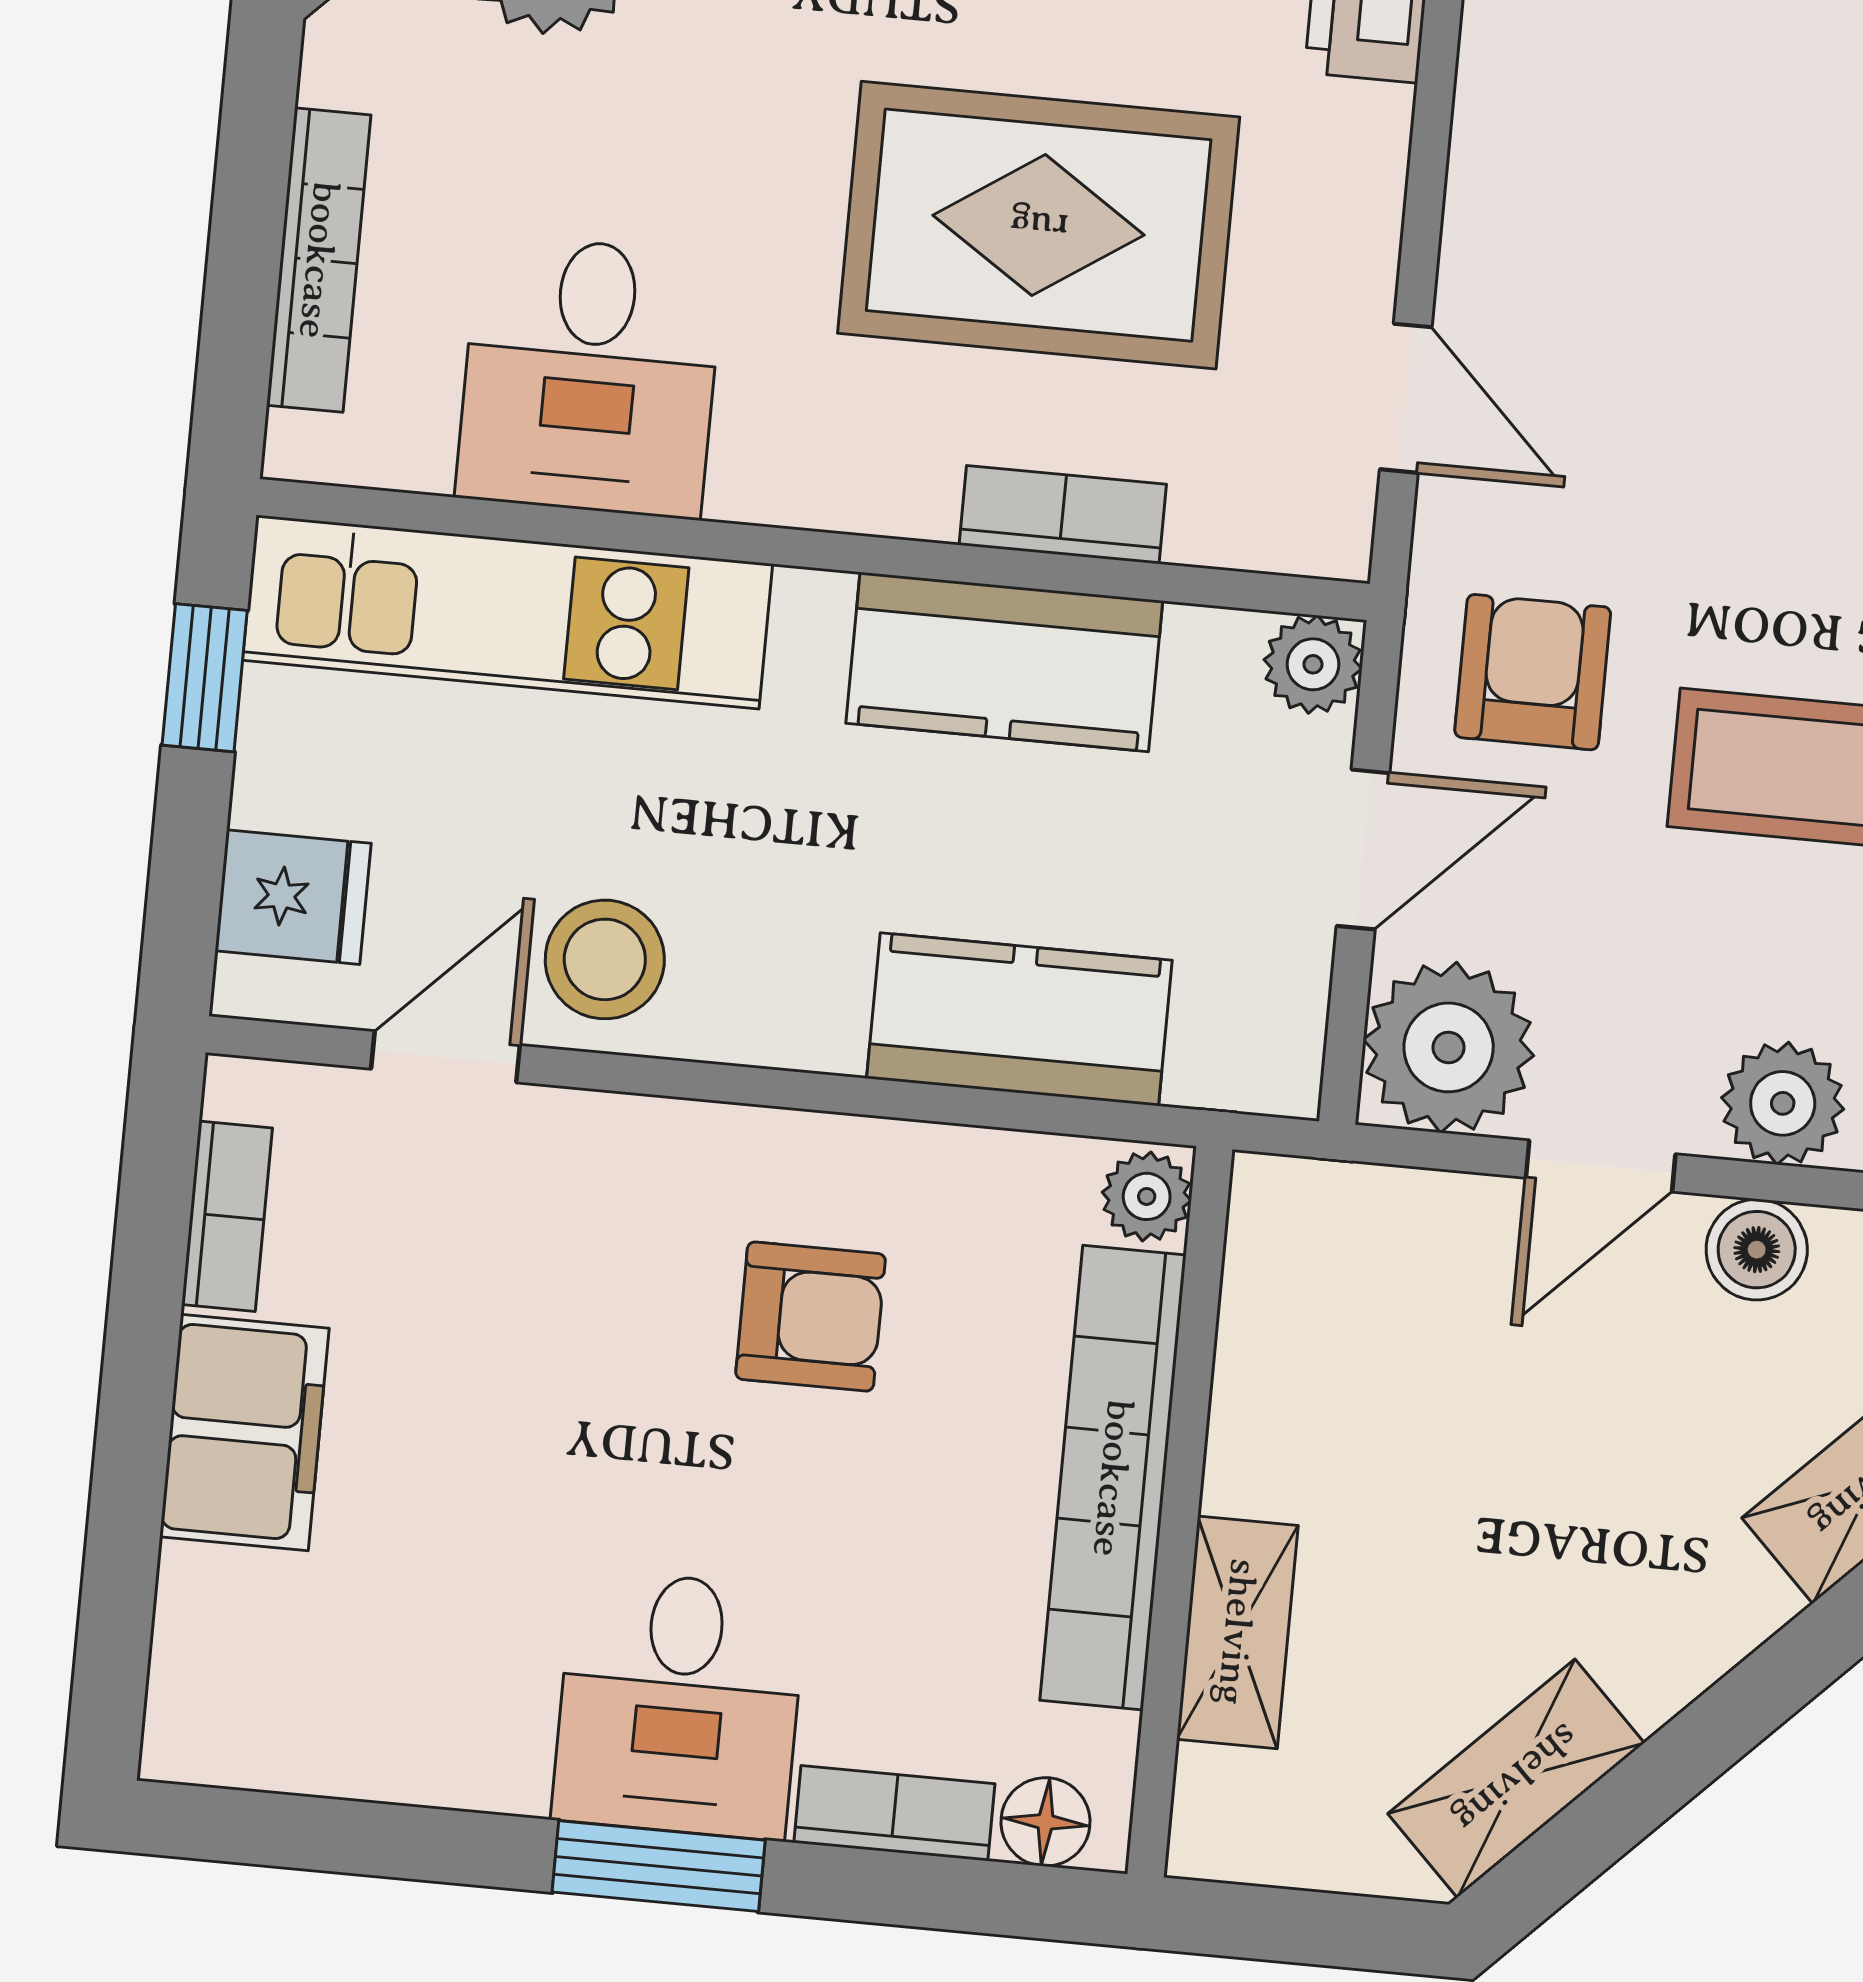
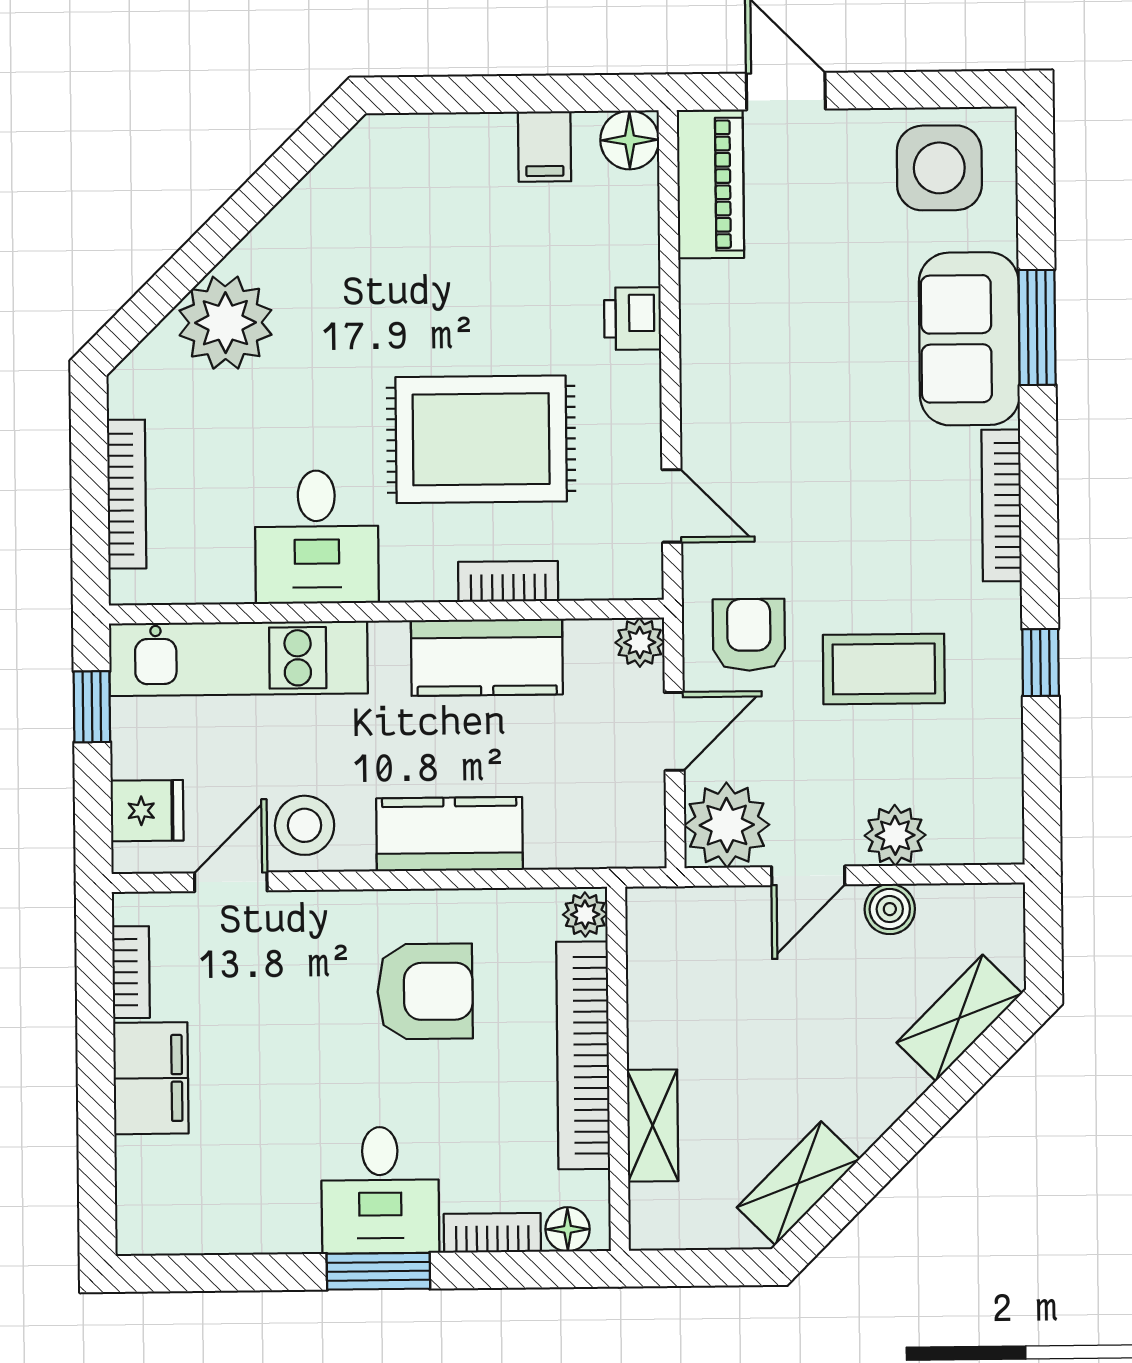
desk: (590, 376) -> (317, 537), moved
kitchen counter: (1019, 1019) -> (449, 834), moved
armchair: (811, 1317) -> (425, 991), width x1.38, depth x1.38

